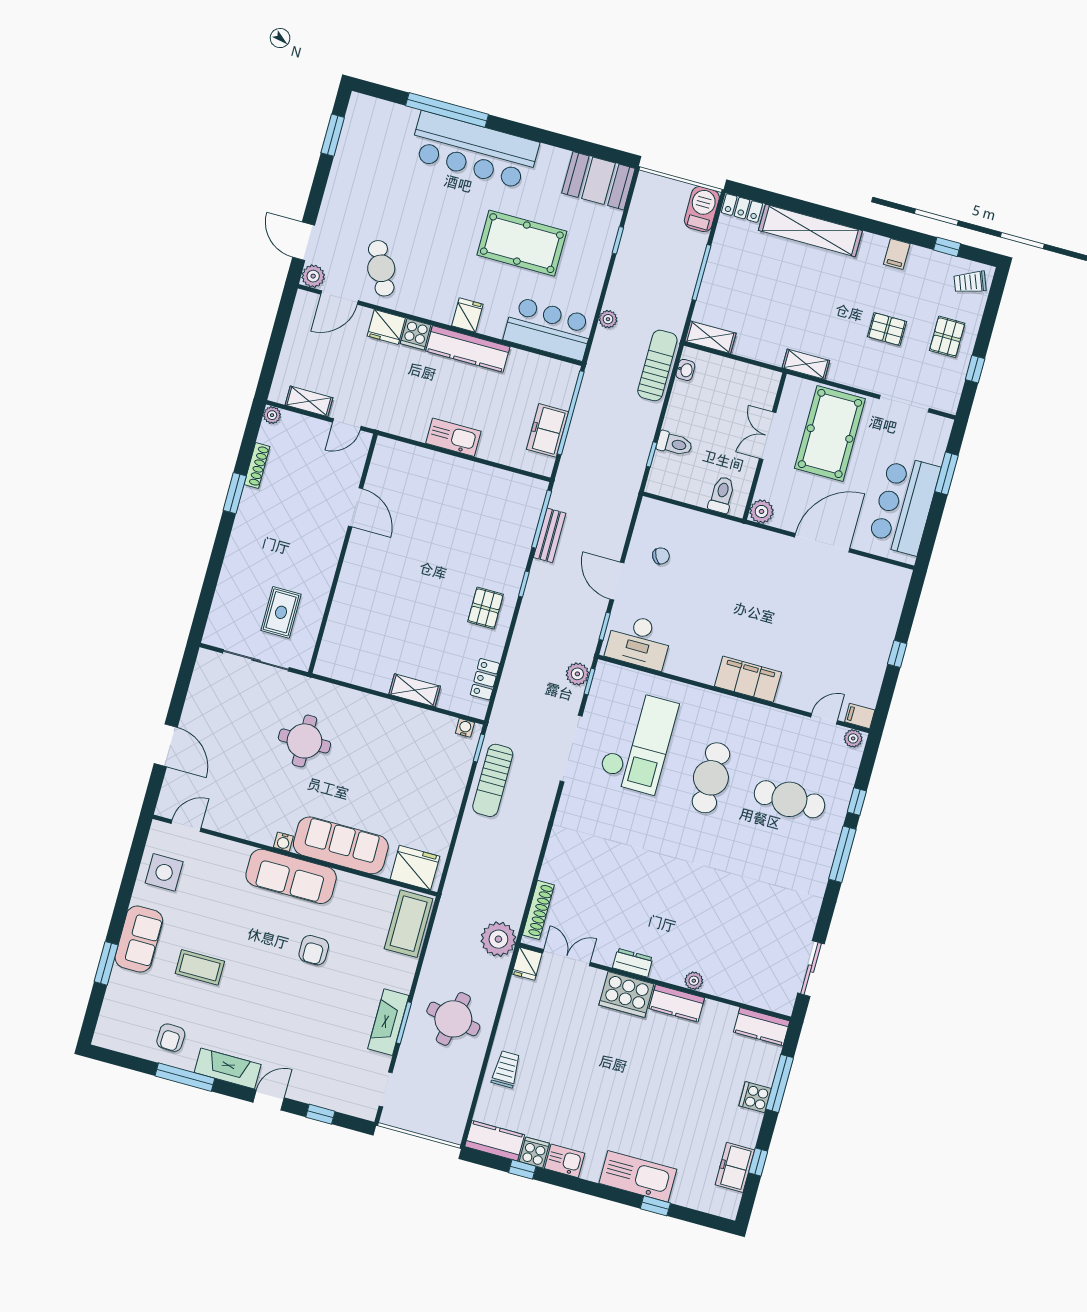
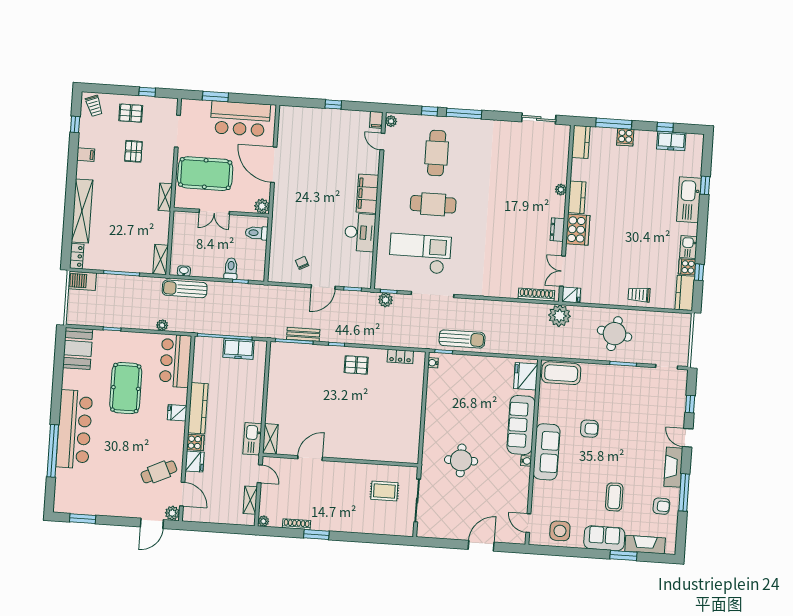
kitchen sink: (453, 437) -> (252, 439), moved
desk: (639, 641) -> (360, 232), moved
shelving: (415, 690) -> (270, 439), moved
fireplace: (388, 1022) -> (645, 545), moved, turned 180

